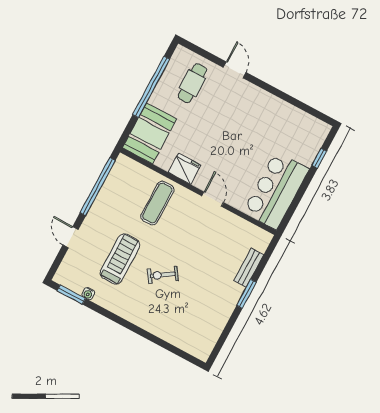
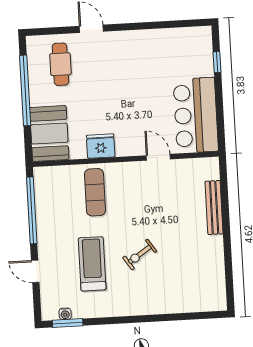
door: (213, 199) -> (158, 157), moved
bench: (249, 268) -> (214, 208), width x1.36
water cooler: (88, 294) -> (65, 314), moved
window: (246, 294) -> (226, 225), removed

